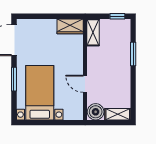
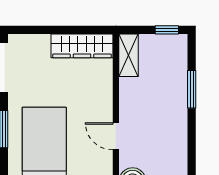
wardrobe: (70, 26) -> (82, 46), width x1.50

